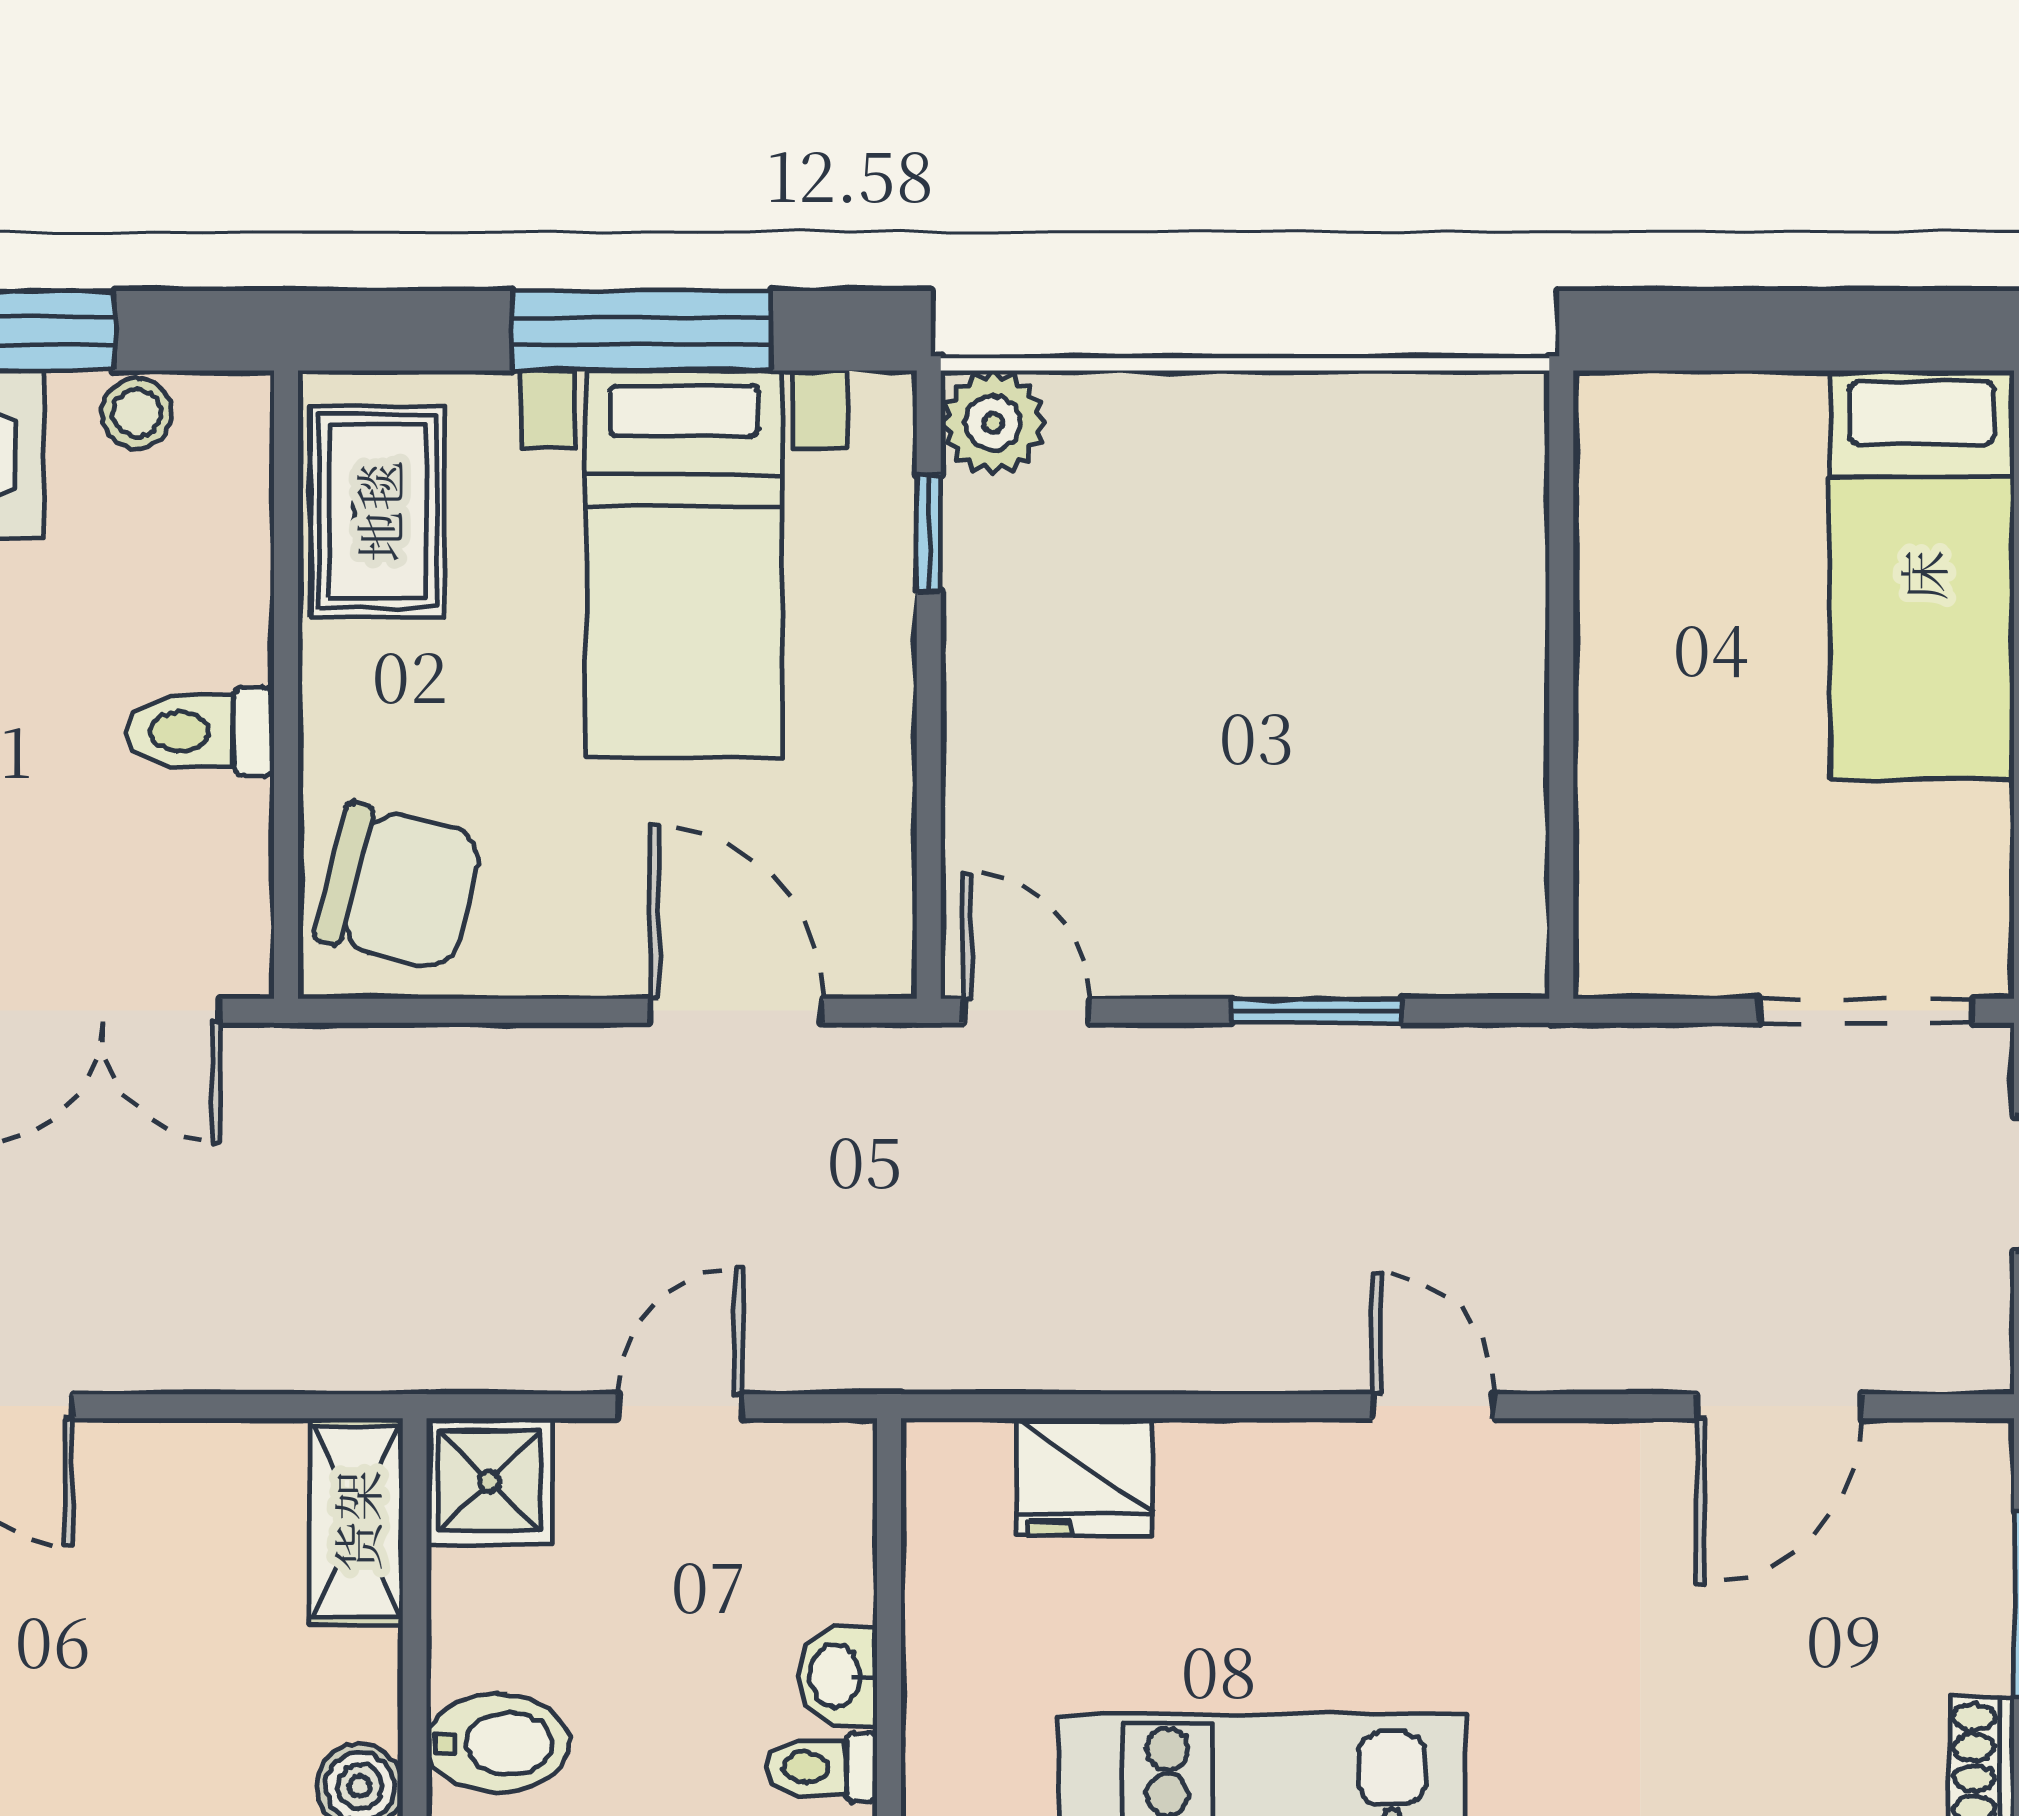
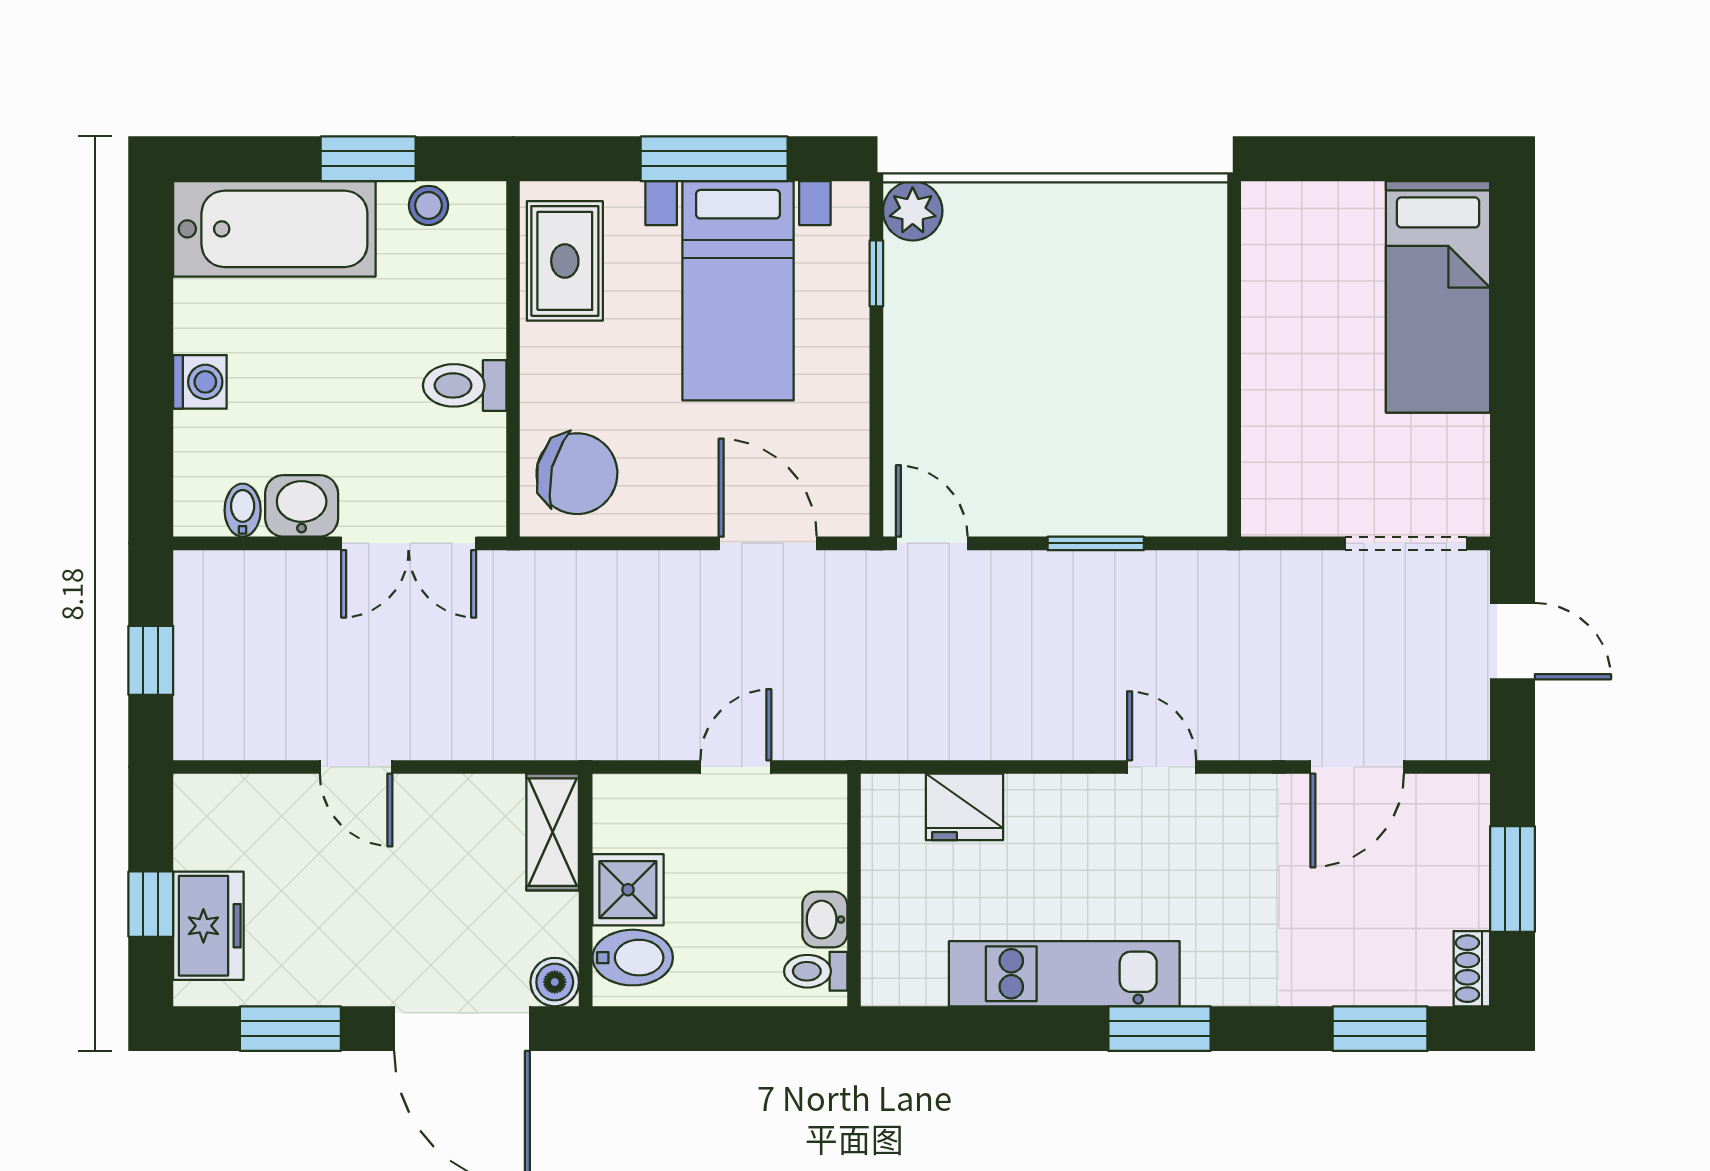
shower: (489, 1481) -> (628, 890), moved

